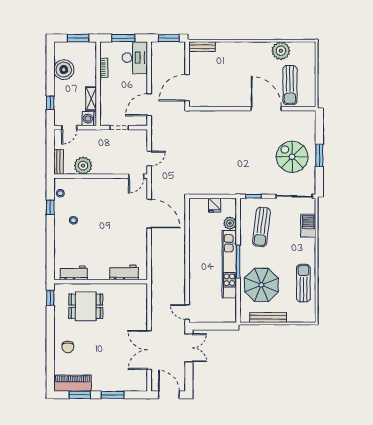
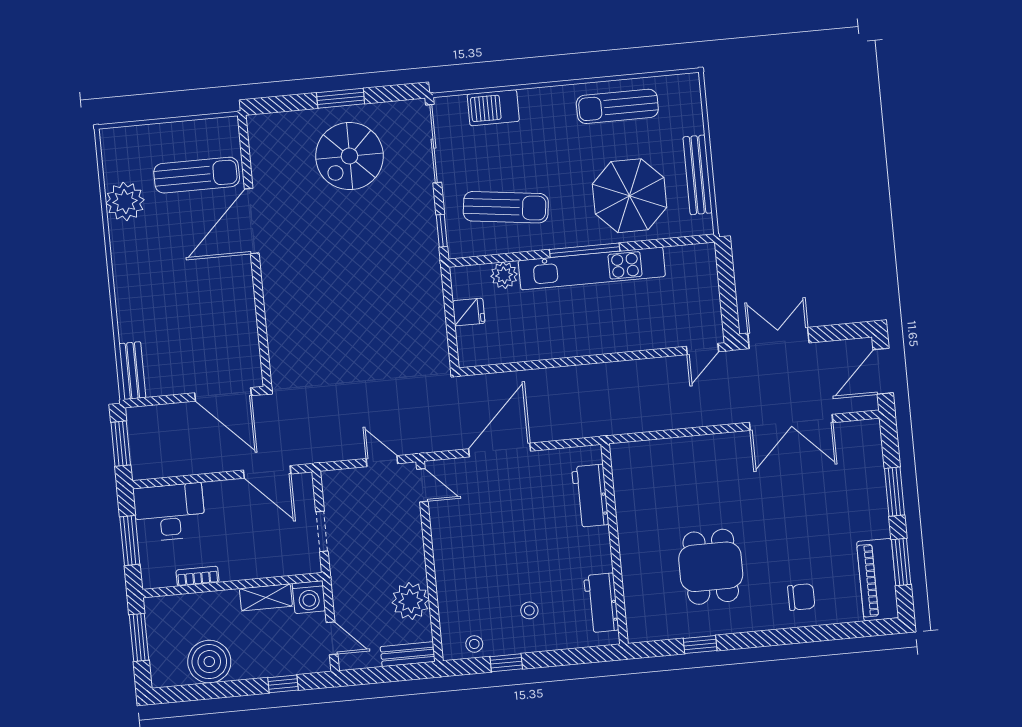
workbench: (124, 272) -> (590, 496), moved
workbench: (74, 273) -> (601, 603), moved
wall: (101, 282) -> (614, 544), moved

